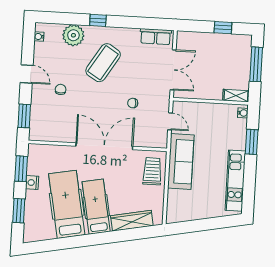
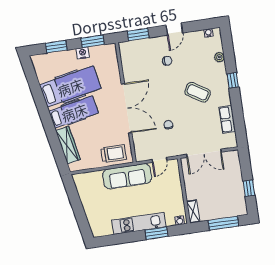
plant: (73, 35) -> (219, 57), width x0.53, depth x0.53
row of seats: (156, 37) -> (227, 119), moved
coffee table: (103, 63) -> (198, 92), width x0.73, depth x0.76
kitchen unit: (235, 181) -> (139, 223), moved

